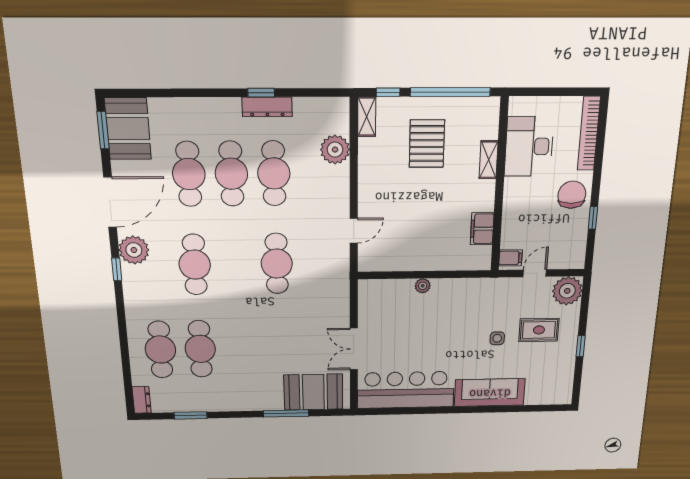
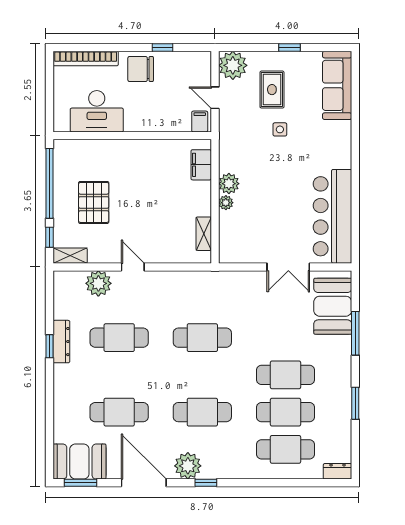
pallet: (427, 144) -> (94, 202), turned 90
shelving: (489, 160) -> (204, 234), moved, turned 90
cafe table: (231, 174) -> (286, 375), moved
filing cabinet: (482, 229) -> (201, 165), moved, turned 90
door: (354, 231) -> (133, 267), moved
plant: (443, 289) -> (229, 184), added
sofa: (490, 393) -> (337, 85), moved
window: (191, 415) -> (355, 403), moved

